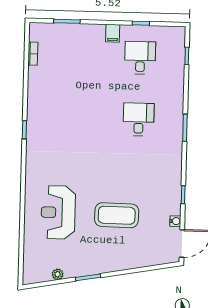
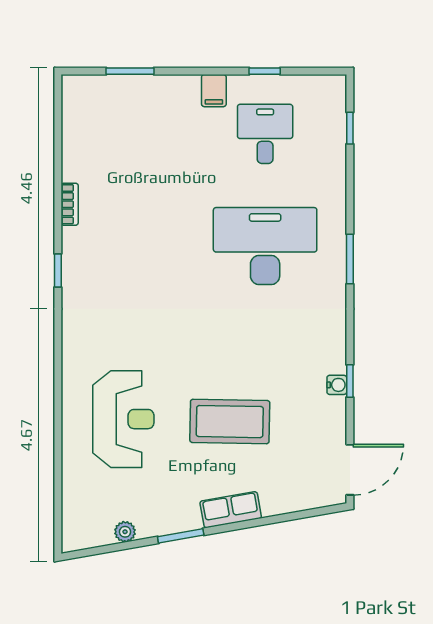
bookcase: (33, 54) -> (70, 204), moved
desk: (139, 119) -> (265, 246), width x1.87, depth x1.30
reception desk: (58, 212) -> (123, 419), turned 180
water cooler: (175, 221) -> (337, 385), moved
row of seats: (116, 264) -> (231, 510), added

